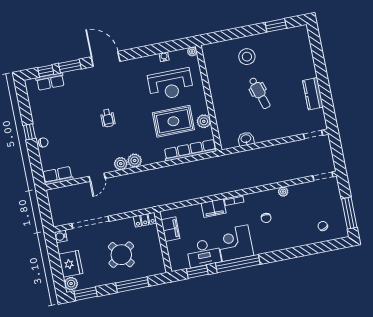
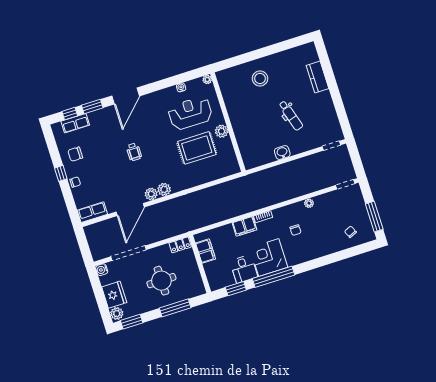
window: (276, 25) -> (284, 46), removed
door: (106, 59) -> (126, 96), swing flipped
reception desk: (171, 84) -> (190, 113), turned 180
dental chair: (260, 93) -> (291, 116), moved
kitchen counter: (313, 94) -> (317, 77), moved
chair: (47, 114) -> (75, 154), added
plant: (204, 121) -> (222, 131), moved
washbasin: (246, 139) -> (282, 153), moved
row of seats: (190, 150) -> (216, 174), removed
door: (97, 177) -> (130, 210), width x1.88
desk: (204, 253) -> (244, 269), width x0.73
round table: (121, 255) -> (161, 281), turned 36

